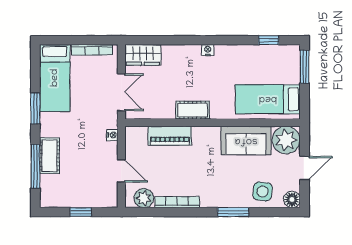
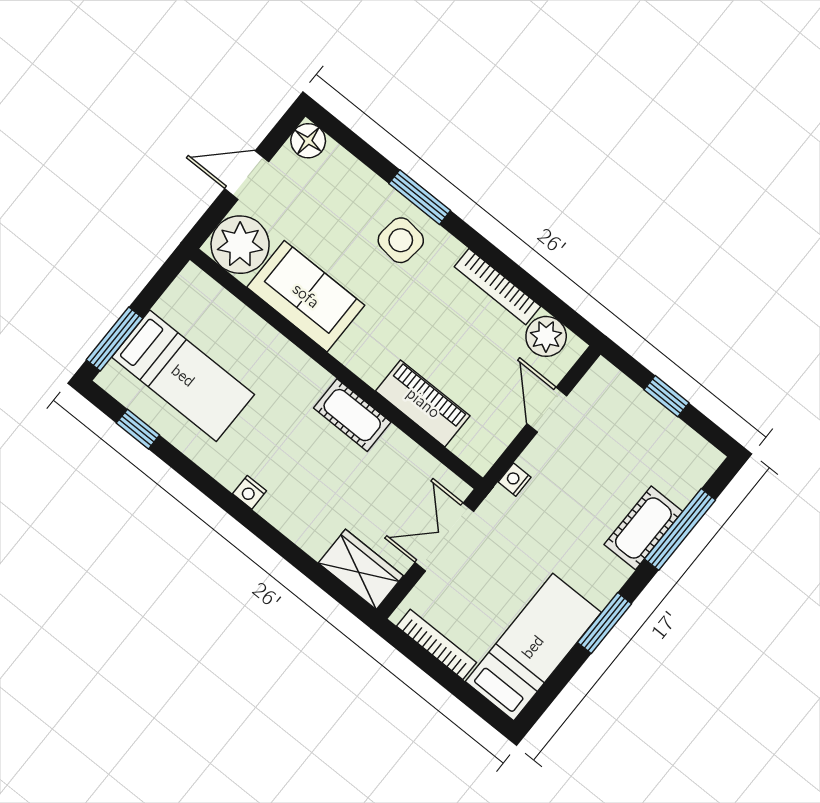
bed: (268, 99) -> (183, 376), moved
side table: (263, 191) -> (401, 240), moved

